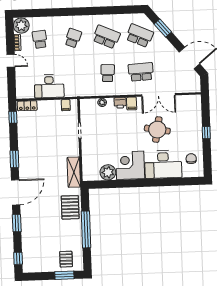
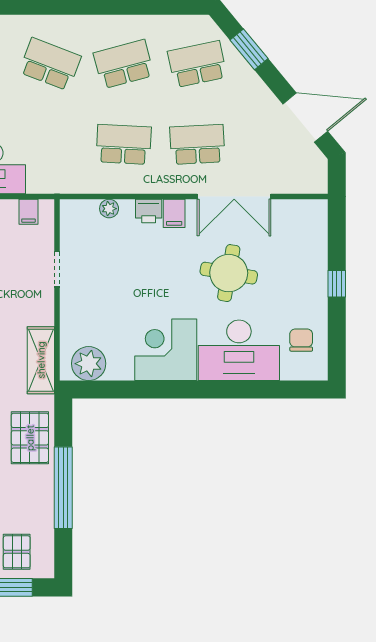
school desk: (140, 36) -> (197, 64), turned -36
school desk: (106, 37) -> (124, 64), turned -39
school desk: (73, 38) -> (50, 64), width x1.85
school desk: (108, 73) -> (124, 144), width x1.85
plant: (108, 172) -> (89, 364), moved

